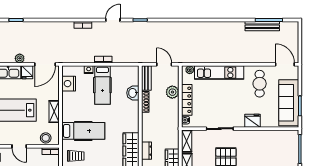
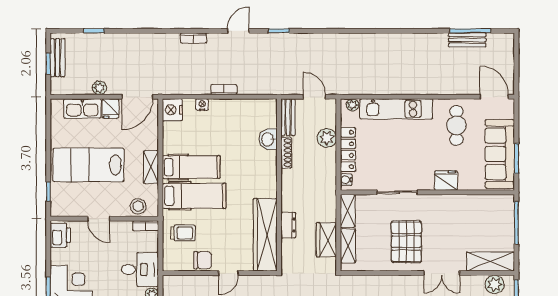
bench: (262, 26) -> (467, 40), width x0.73
nightstand: (69, 84) -> (172, 110), moved
hospital bed: (102, 85) -> (191, 167), moved, turned -90

